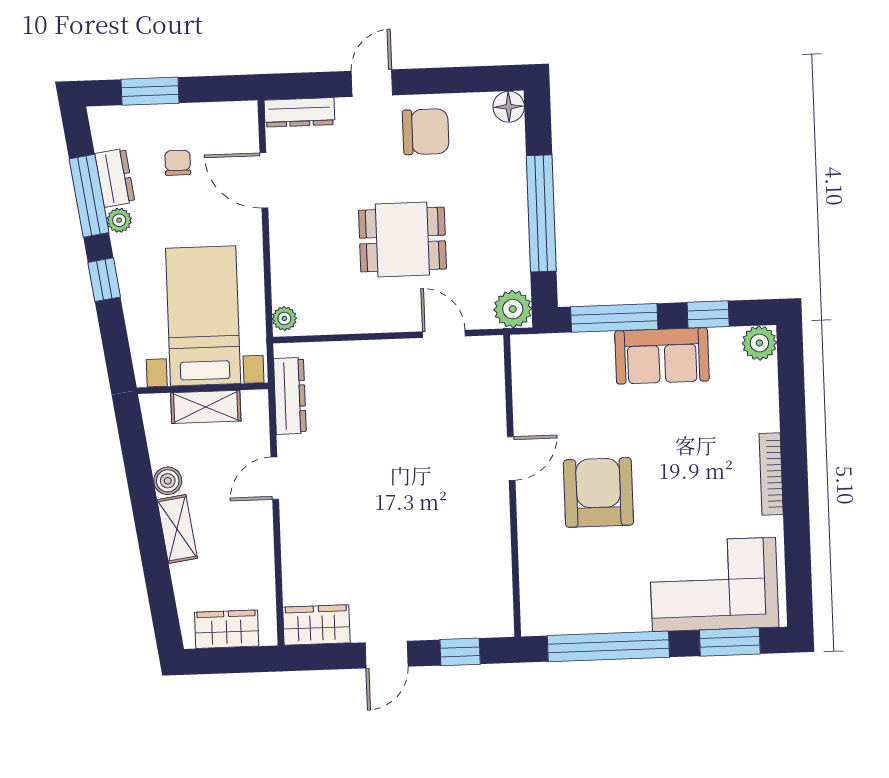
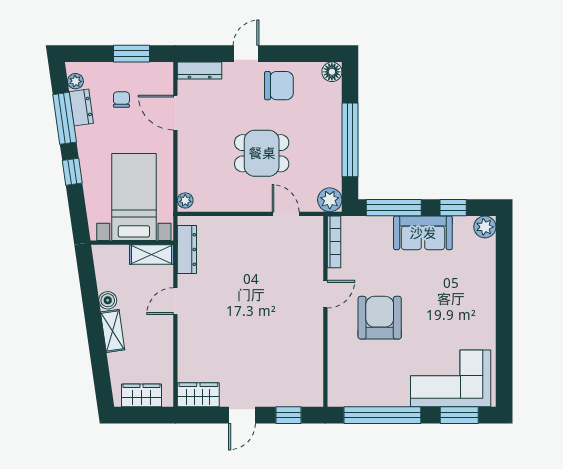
window: (150, 91) -> (132, 54), moved
plant: (119, 220) -> (75, 81), moved
shelving: (206, 407) -> (152, 255), moved
bookcase: (771, 474) -> (334, 242), moved, turned 180

